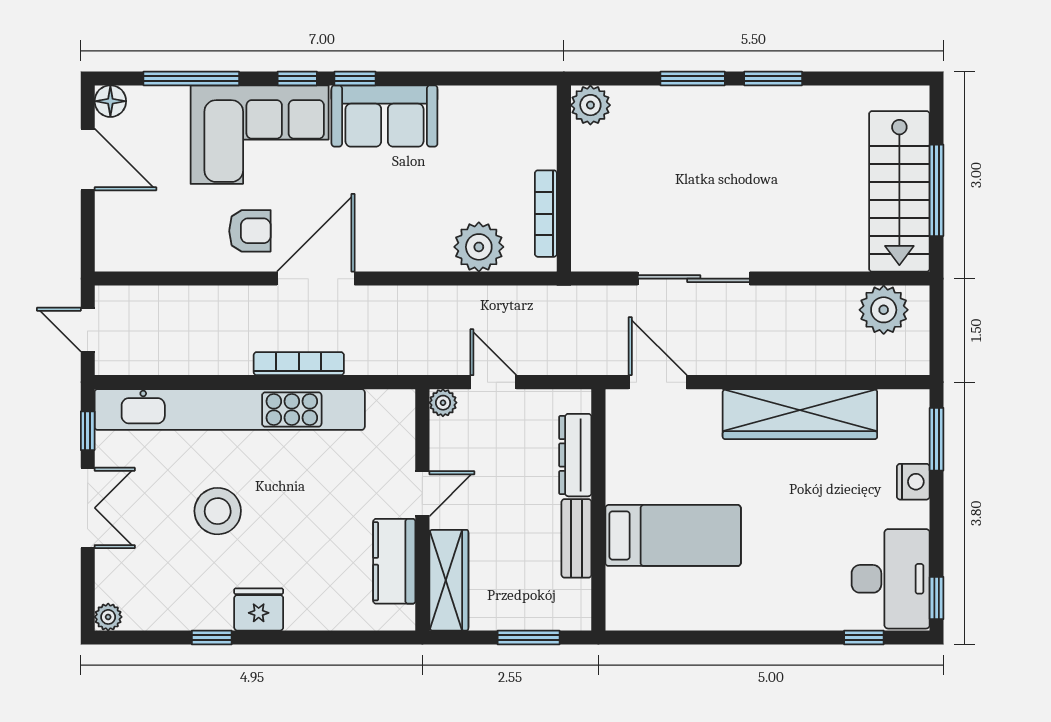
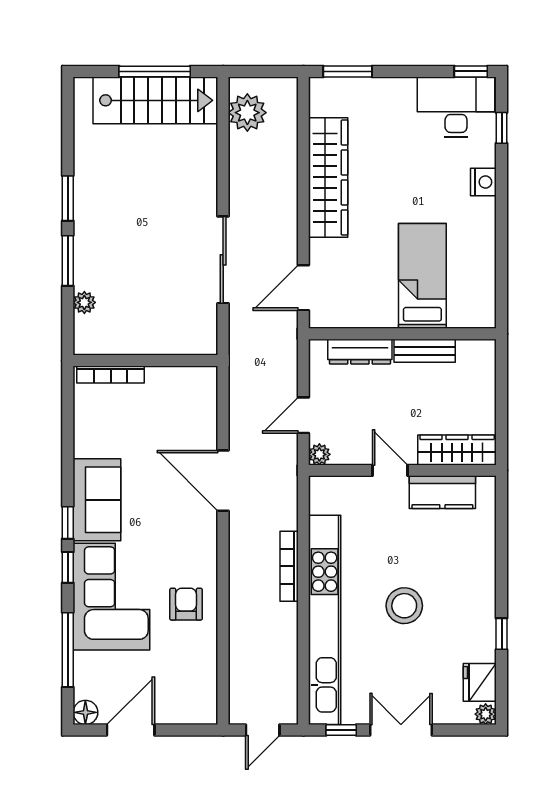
plant: (590, 105) -> (84, 302), moved, width x0.73, depth x0.73
bookcase: (546, 214) -> (111, 375), moved
plant: (479, 247) -> (199, 427), removed
door: (316, 279) -> (223, 481), moved
nightstand: (913, 482) -> (483, 182), moved, turned 90
stool: (218, 511) -> (404, 606), moved
fridge: (259, 609) -> (480, 682), moved
window: (529, 637) -> (502, 388), removed

